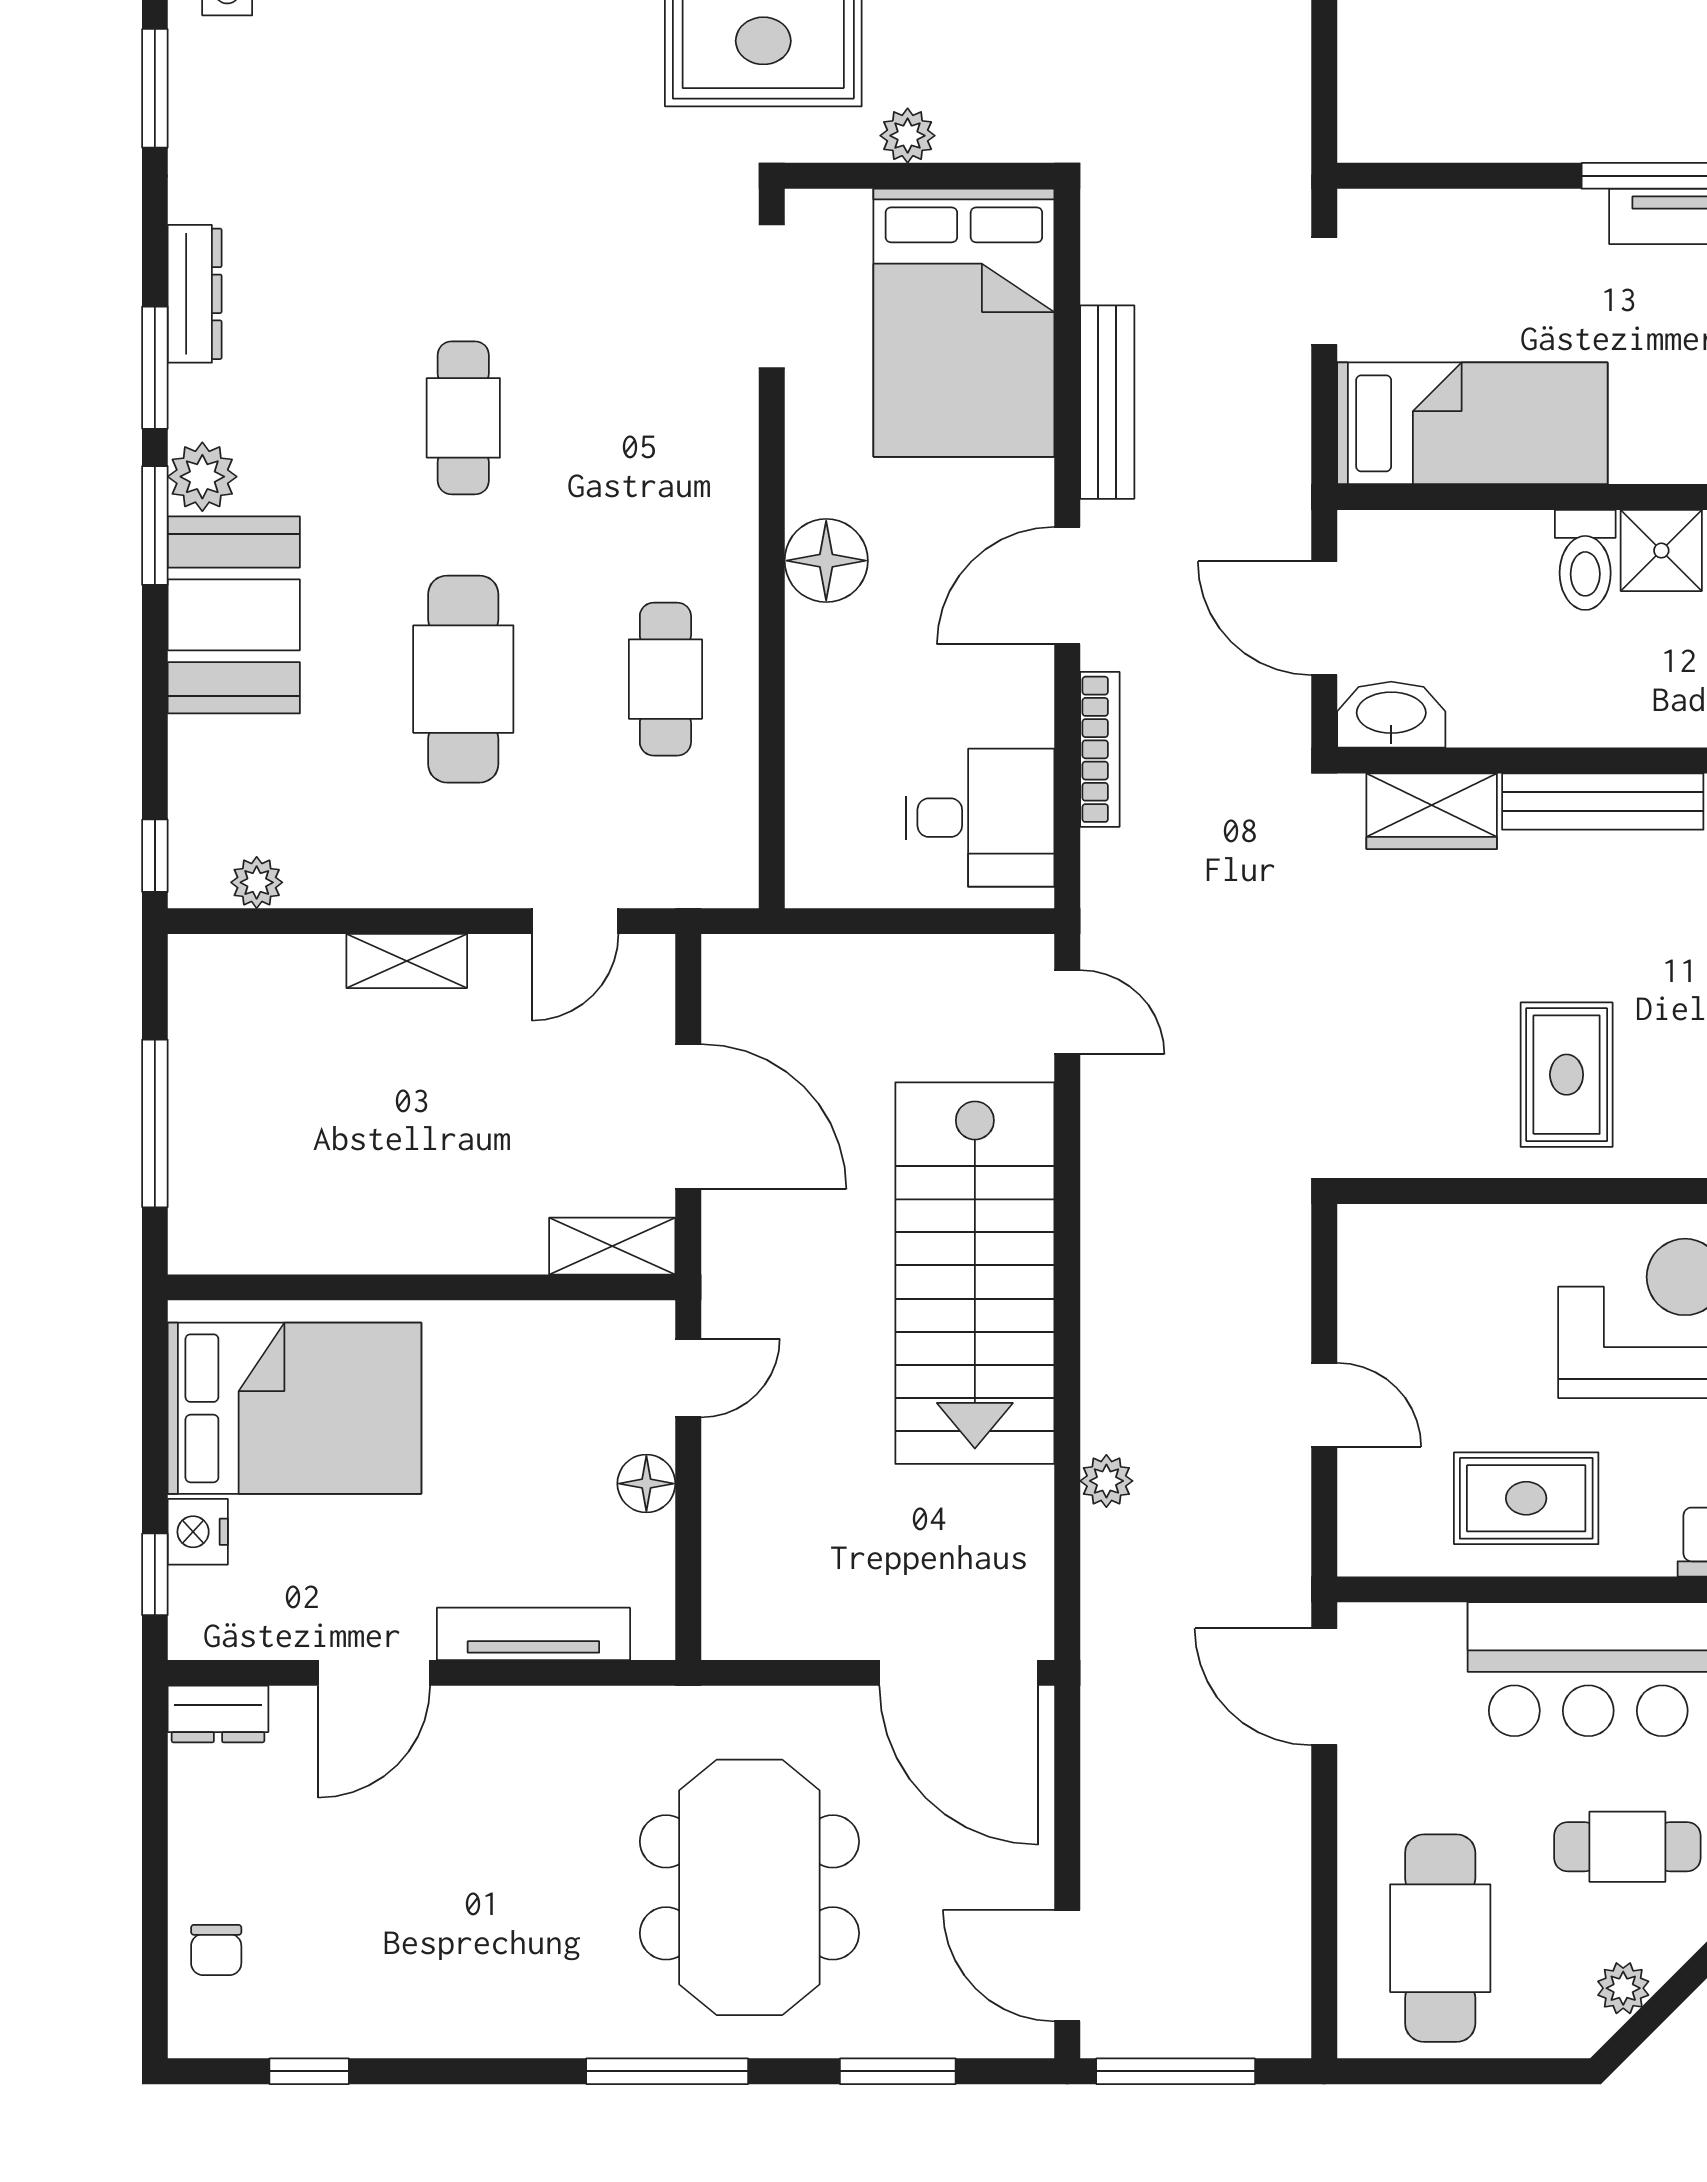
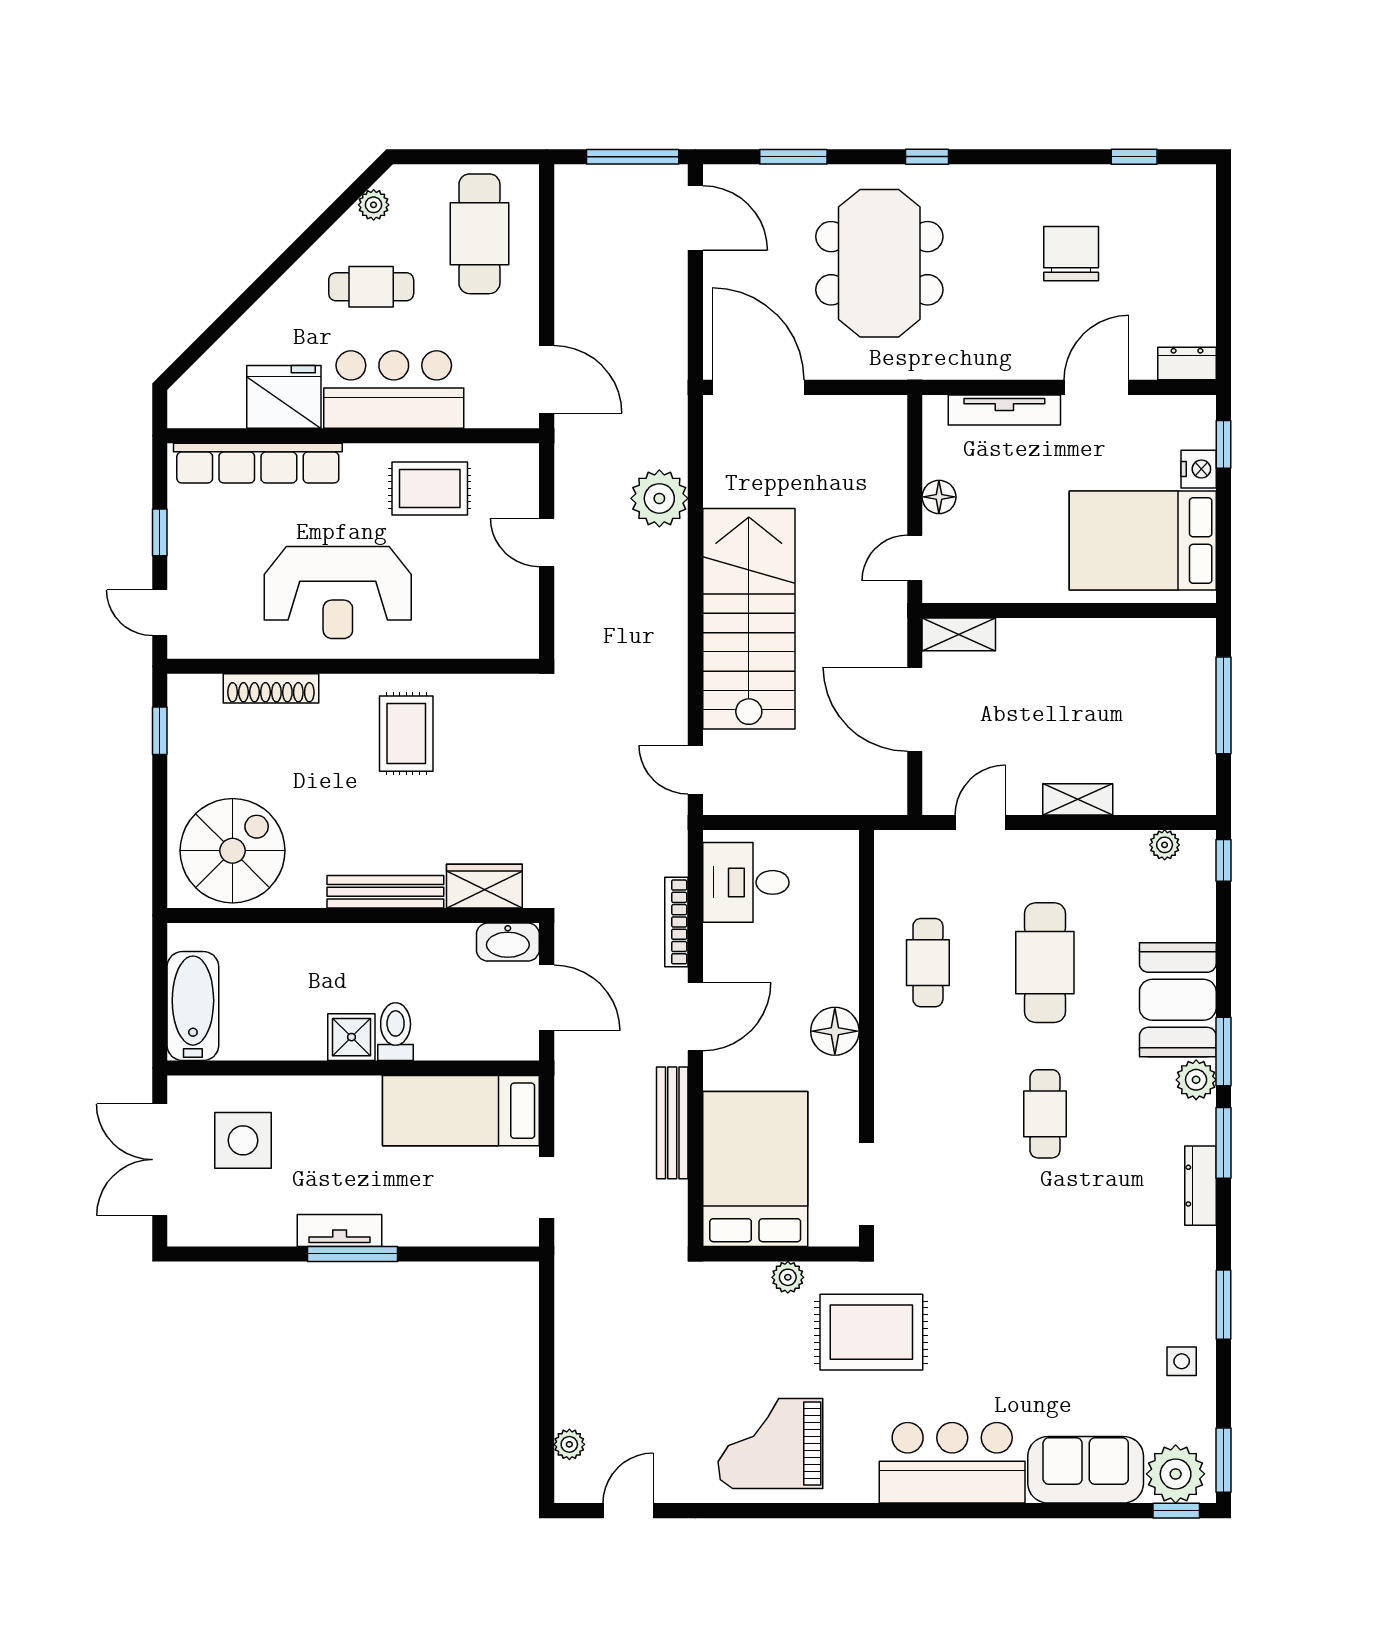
plant: (1106, 1481) -> (659, 498), width x1.88, depth x1.88
chair: (216, 1950) -> (1071, 254), moved, width x1.87, depth x1.87
window: (667, 2071) -> (927, 157), width x0.46

